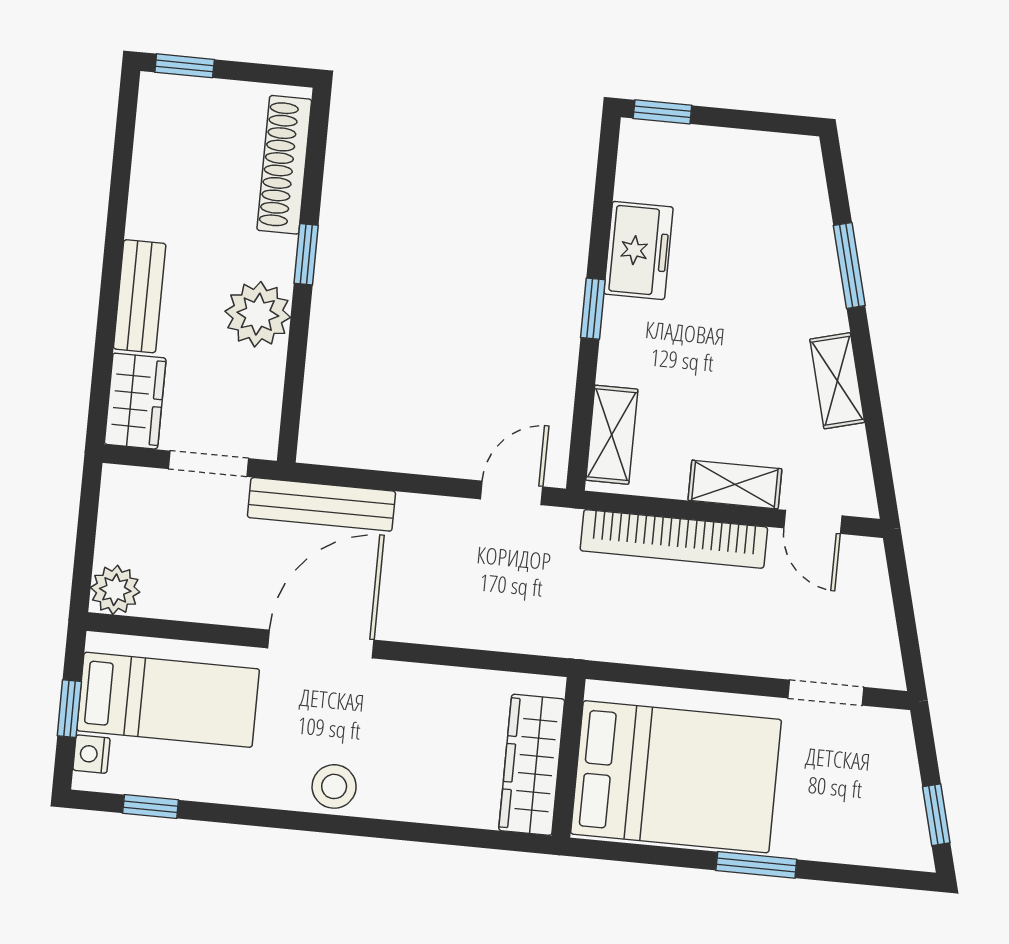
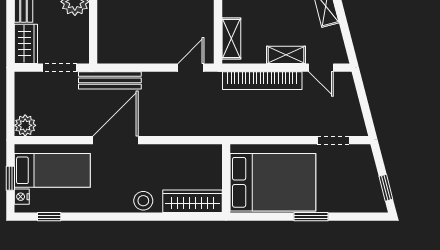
wardrobe: (532, 765) -> (193, 201), moved, turned 90
stool: (334, 786) -> (143, 201), moved

